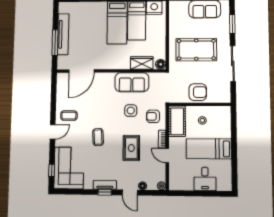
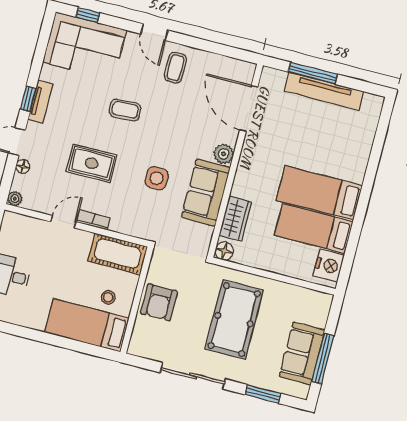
plant: (109, 78) -> (224, 154), added
armchair: (153, 116) -> (137, 214), removed
bed: (209, 149) -> (87, 325), moved, turned -90

